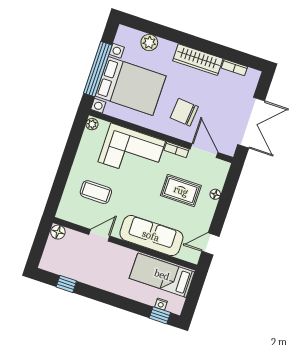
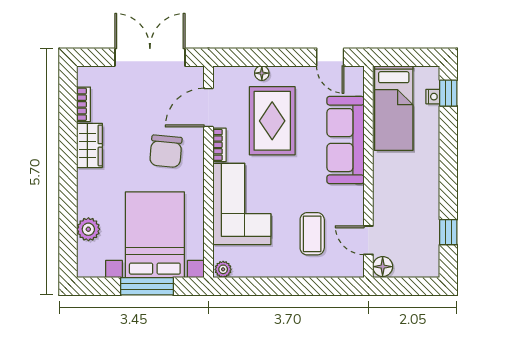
wardrobe: (198, 60) -> (89, 145), width x0.67
window: (98, 69) -> (147, 286), width x0.68
rug: (181, 191) -> (272, 121), width x1.36, depth x1.43
door: (99, 235) -> (368, 240), moved

